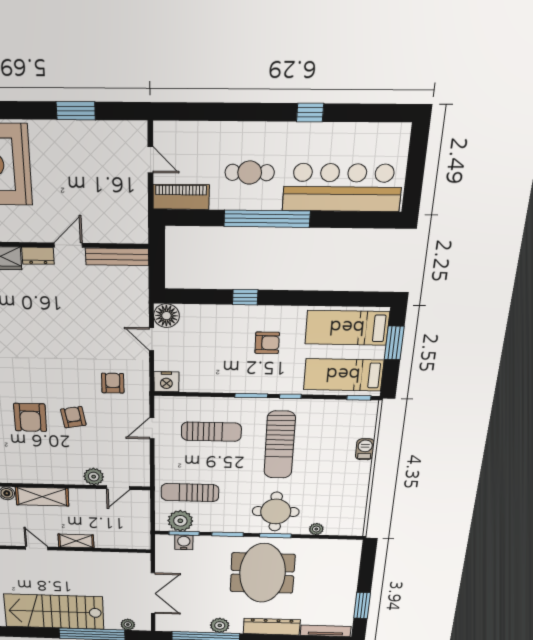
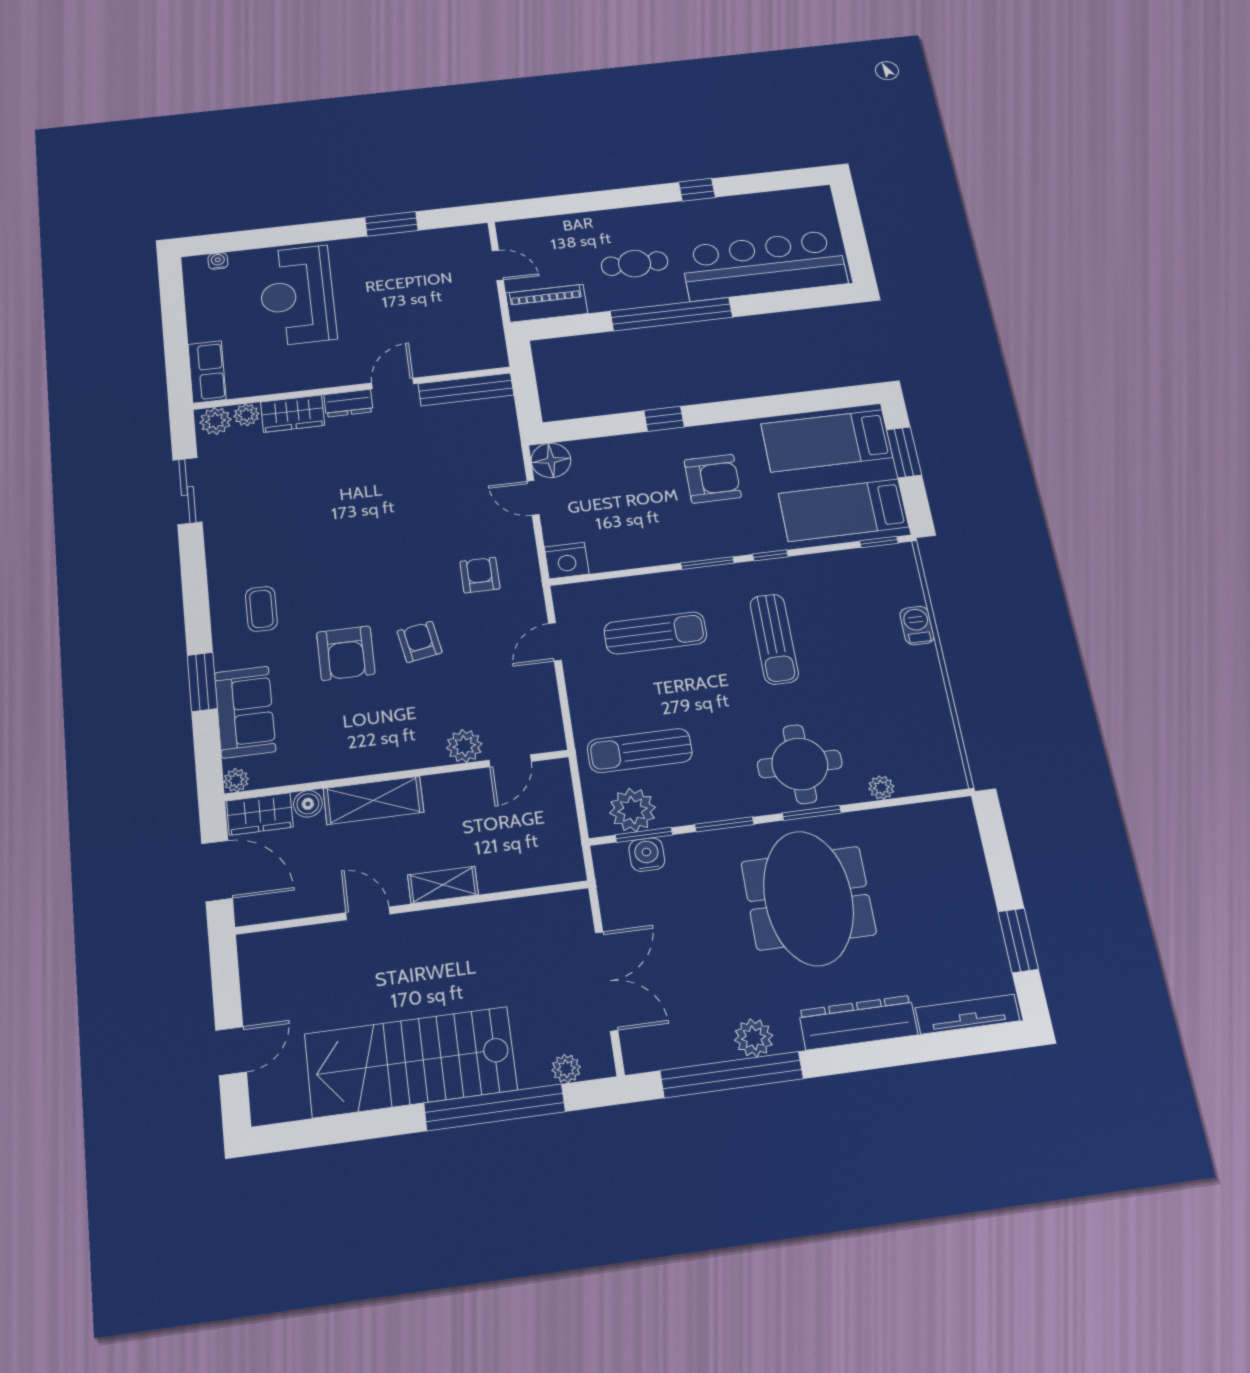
armchair: (267, 343) -> (713, 479), width x1.38, depth x1.38
sun lounger: (280, 445) -> (774, 639), width x0.73, depth x0.75

